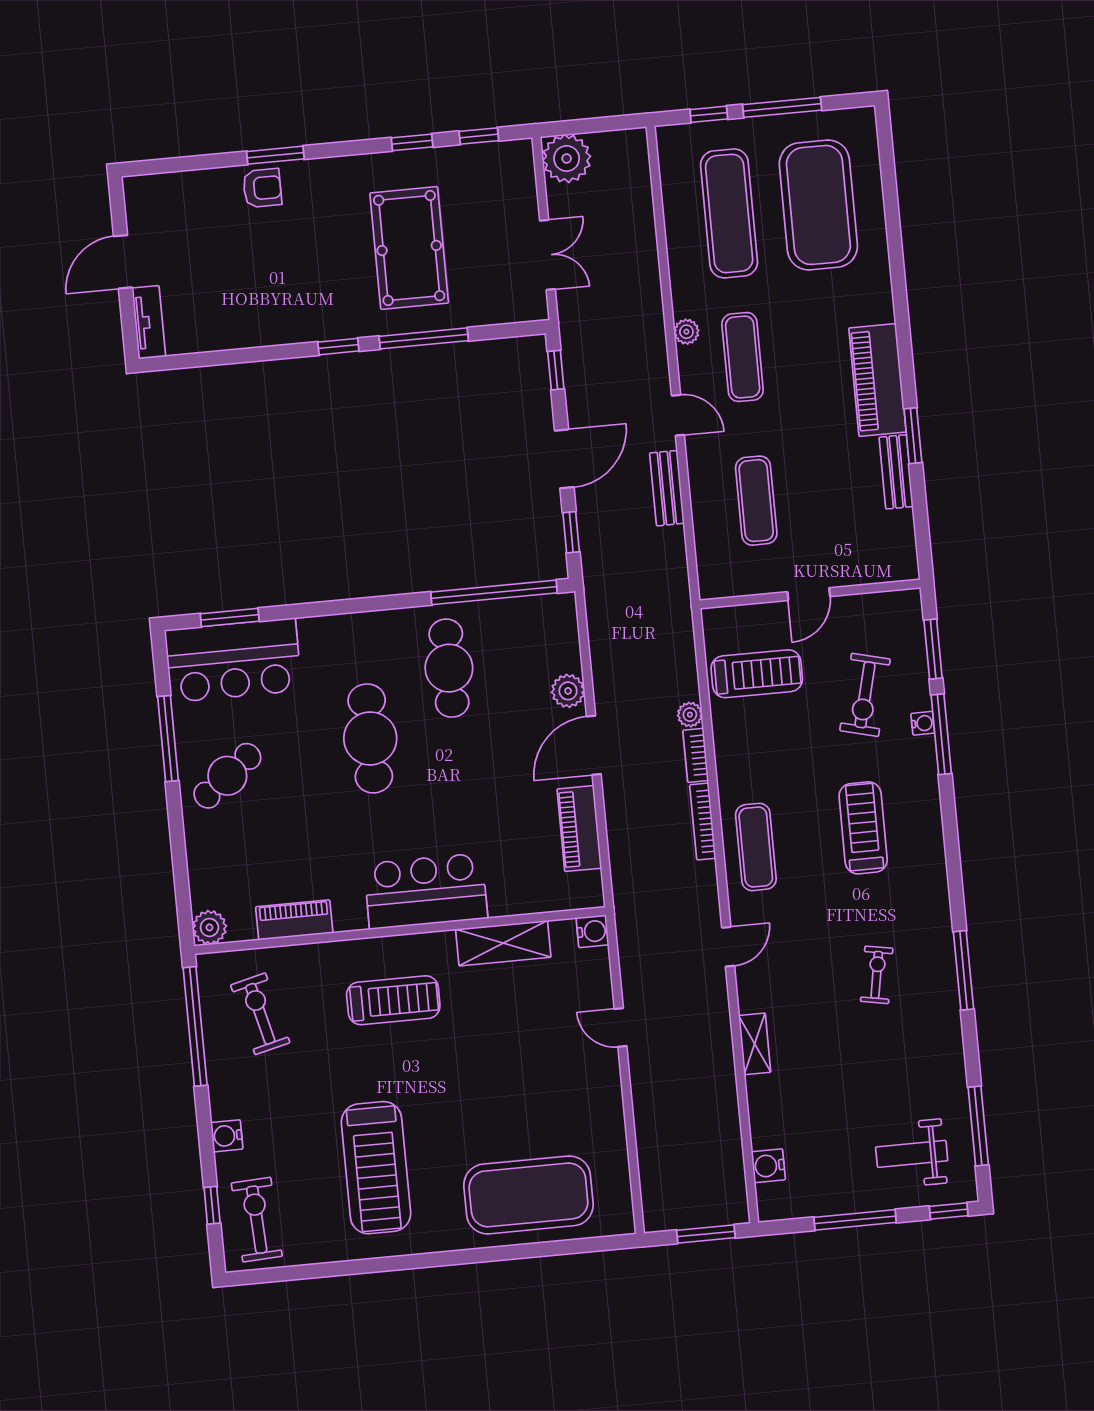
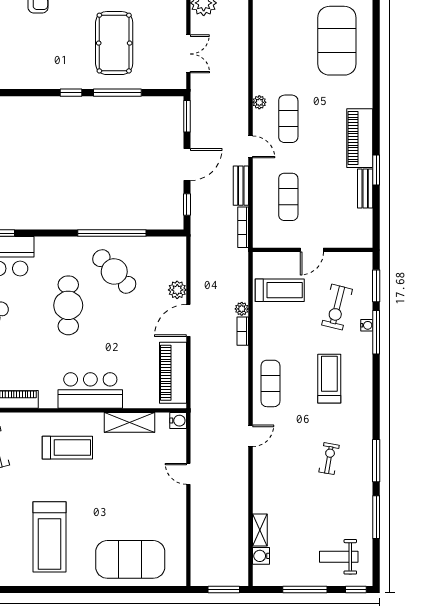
exercise mat: (729, 213) -> (288, 41), removed
window: (556, 370) -> (187, 116), width x1.50
window: (494, 592) -> (112, 233), moved
cafe table: (449, 668) -> (114, 271), turned -44
bookcase: (703, 821) -> (243, 227), moved
piano: (579, 829) -> (173, 373), width x1.37, depth x1.33
shelving: (755, 1044) -> (260, 530), moved
window: (978, 1126) -> (376, 517), moved

